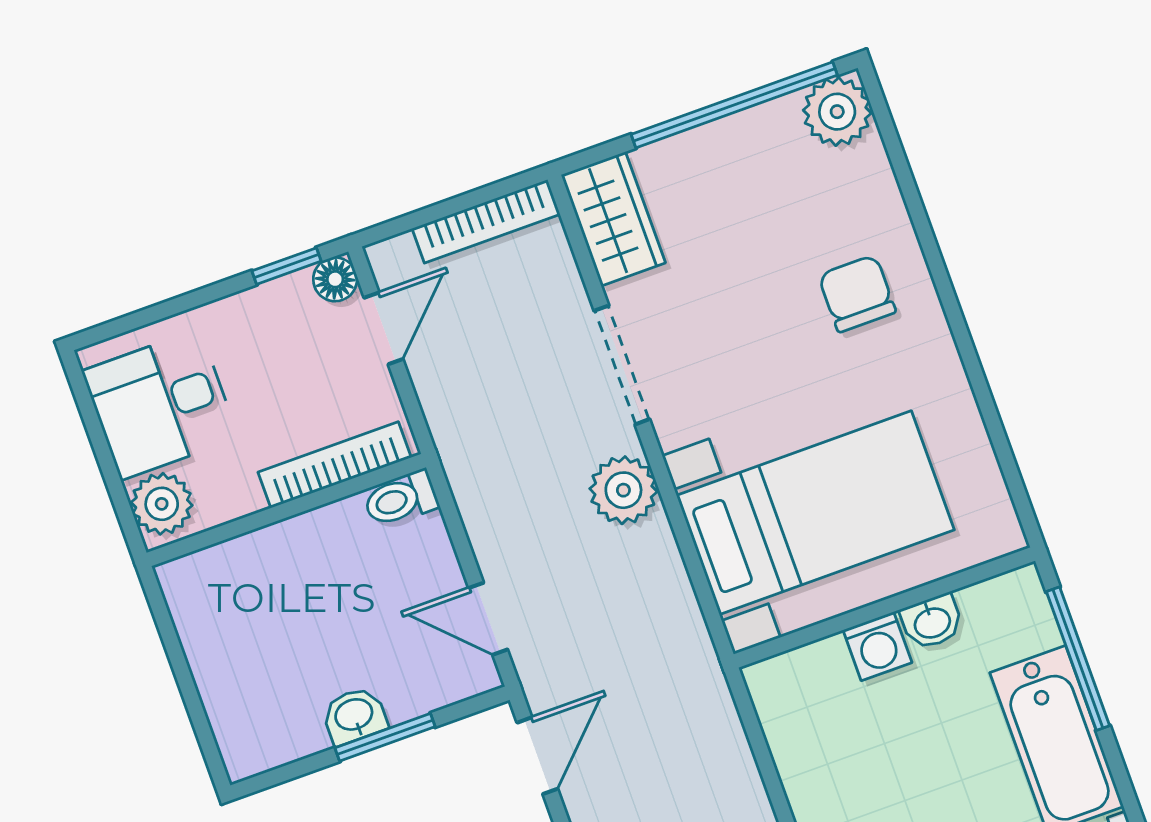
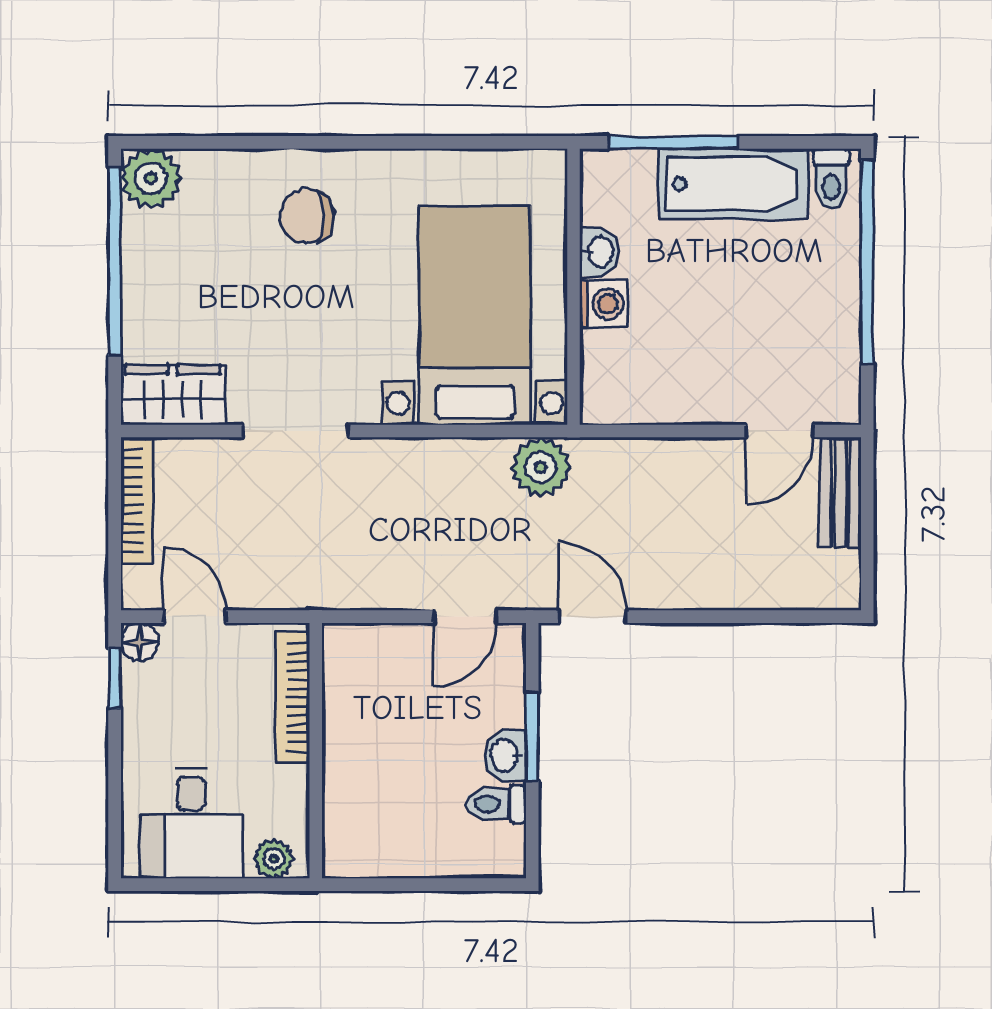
plant: (623, 490) -> (541, 467), moved
toilet: (401, 499) -> (496, 804), moved, turned 90
plant: (162, 504) -> (274, 859), width x0.73, depth x0.73

